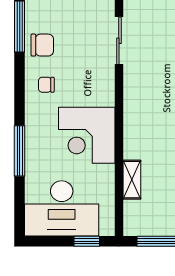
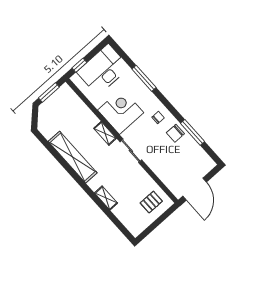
sliding door: (119, 41) -> (131, 151), moved
shelving: (132, 180) -> (105, 133), moved

